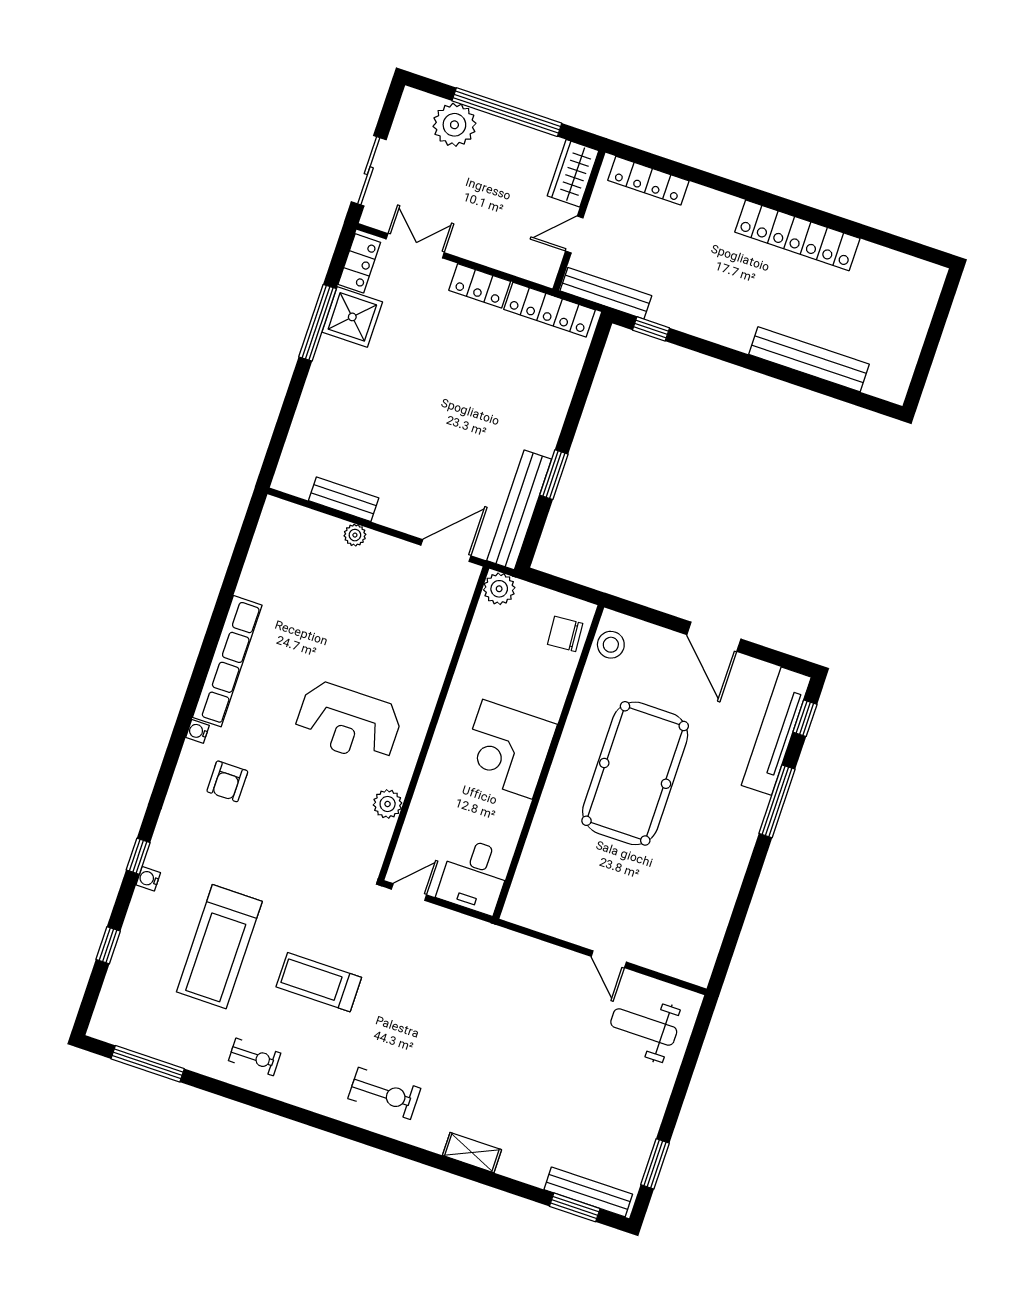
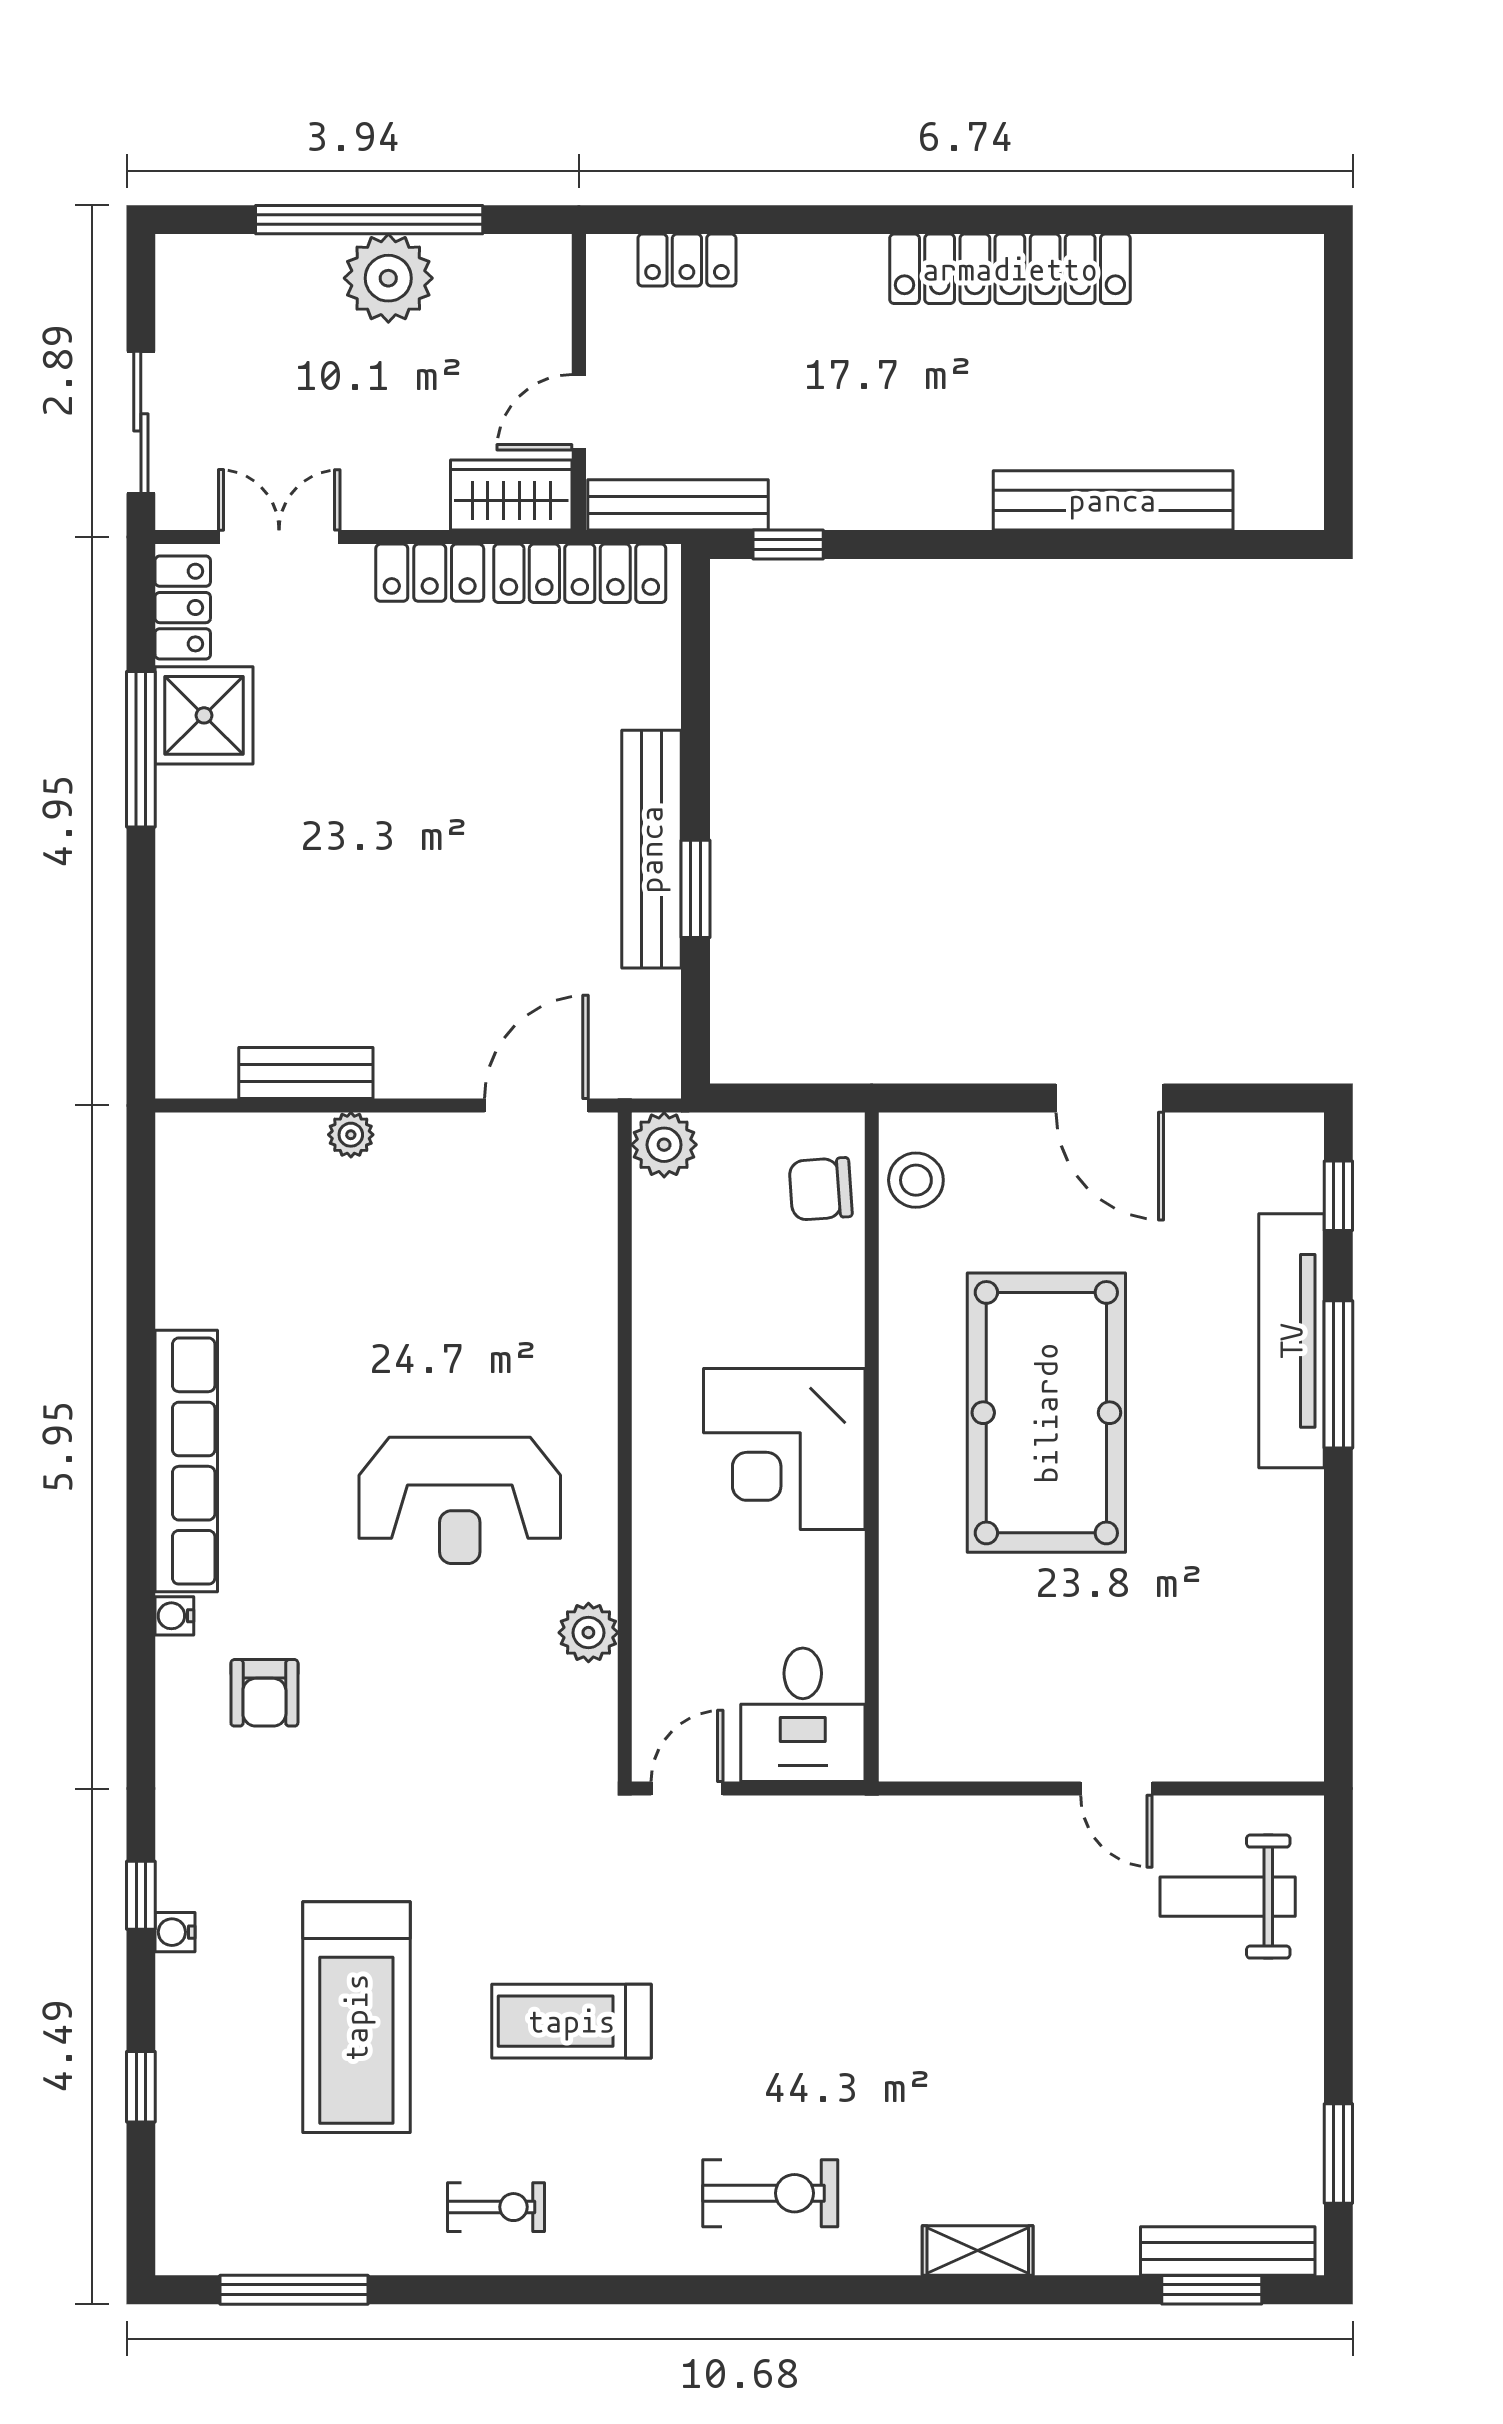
plant: (454, 125) -> (388, 278), moved
wardrobe: (573, 173) -> (511, 495), moved, turned 90
locker: (648, 181) -> (687, 260), width x0.66
bench: (519, 510) -> (651, 849), moved
tv unit: (776, 731) -> (1291, 1341), moved

